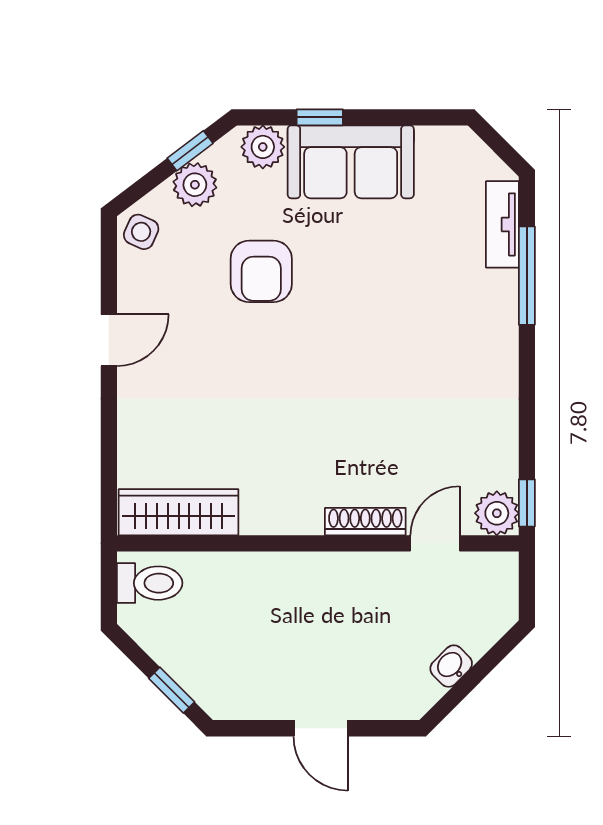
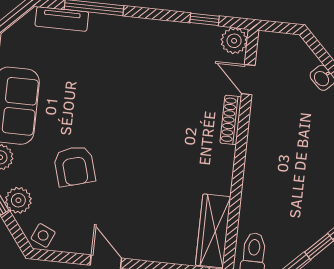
armchair: (261, 271) -> (74, 166), turned 74
window: (527, 503) -> (205, 19), moved

